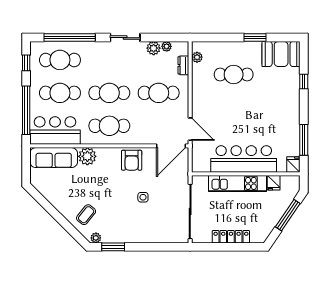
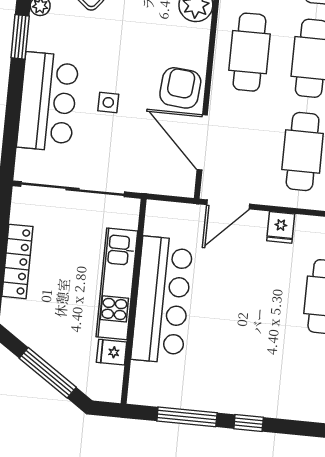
window: (304, 81) -> (249, 423), moved
door: (171, 146) -> (202, 142), moved
armchair: (132, 160) -> (180, 88), turned 95
fridge: (293, 164) -> (281, 227), moved, turned 90
bar counter: (146, 229) -> (48, 102), added

